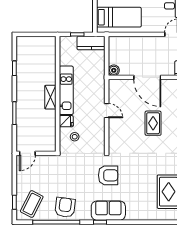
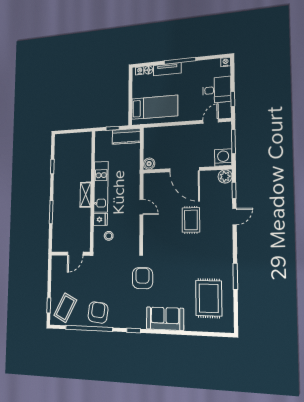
door: (27, 153) -> (75, 254), moved
armchair: (108, 175) -> (143, 278), turned -90
sofa: (108, 211) -> (165, 319), moved

